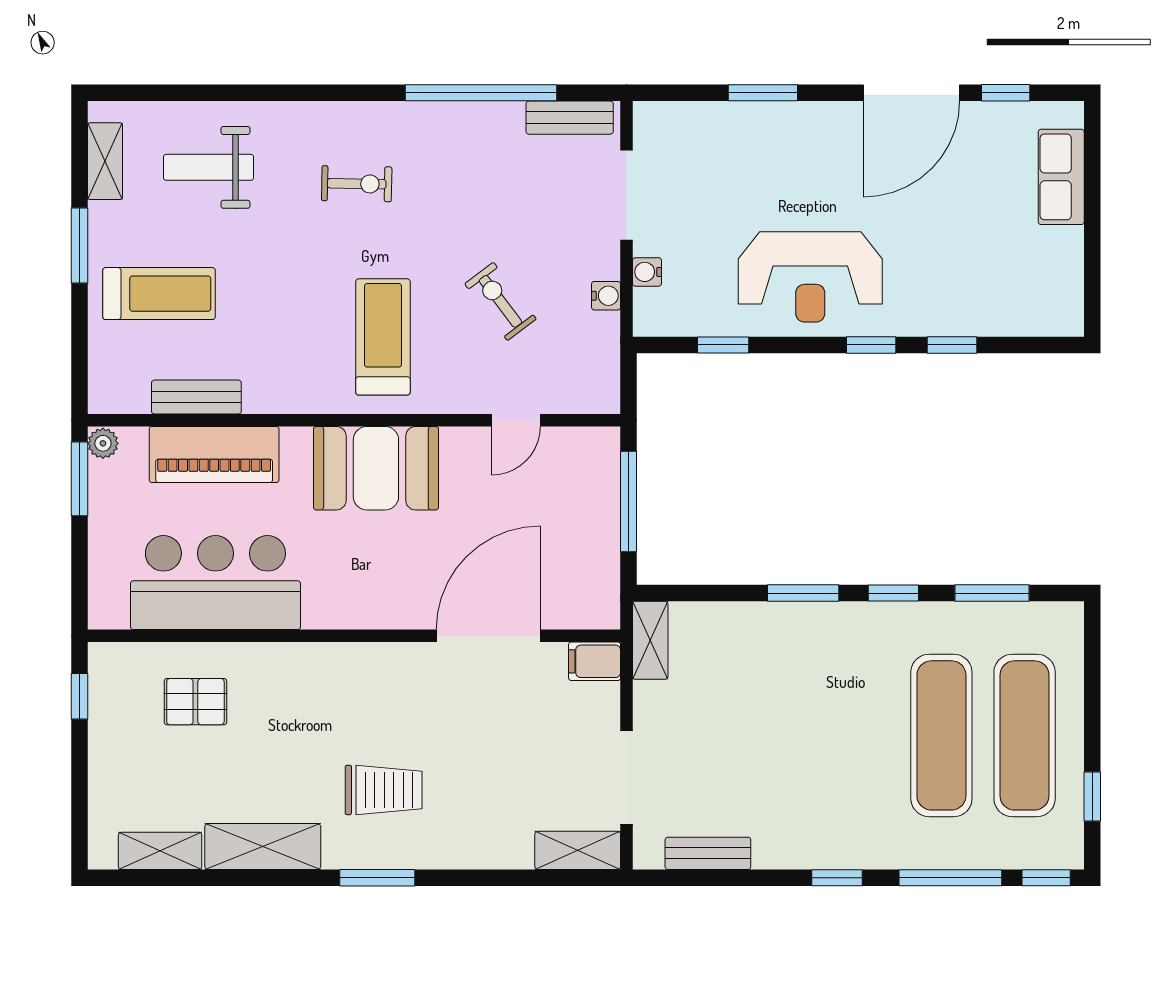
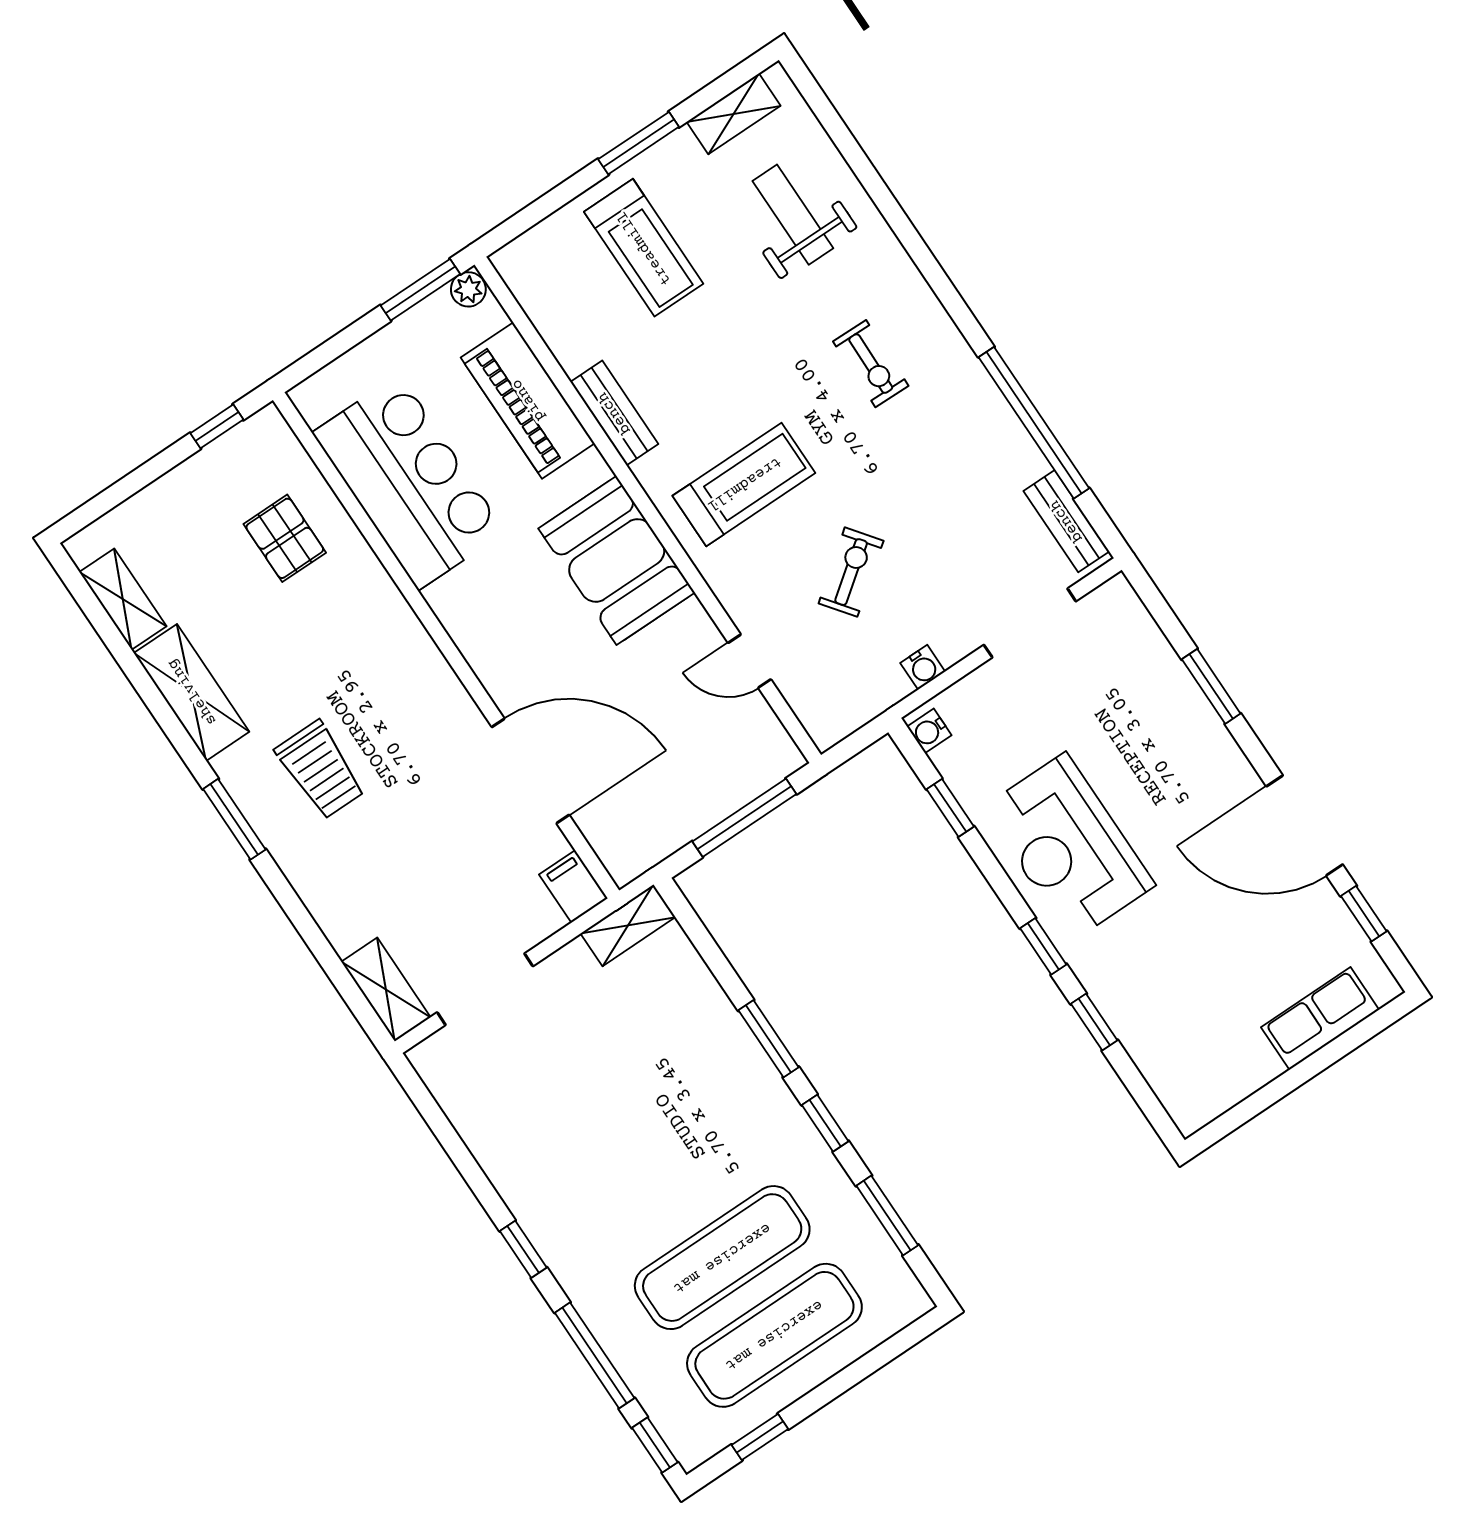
water cooler: (647, 272) -> (929, 731), moved, turned -90
bench: (196, 397) -> (614, 413), moved
bench: (708, 853) -> (465, 1113), removed

